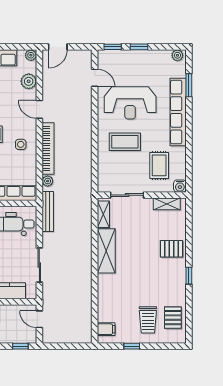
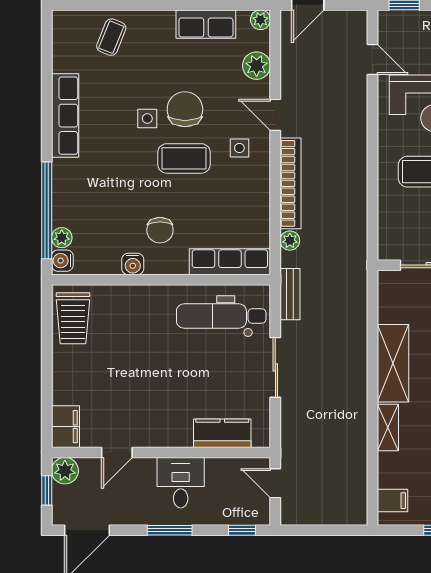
side table: (21, 144) -> (239, 148), moved
bench: (48, 212) -> (290, 294), width x0.73
shelving: (103, 214) -> (388, 428), moved
sliding door: (39, 265) -> (275, 367), moved

